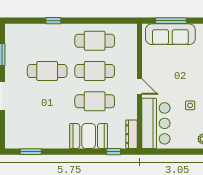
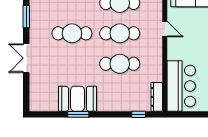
door: (139, 87) -> (165, 29), moved
booth: (89, 136) -> (77, 99), moved
window: (31, 152) -> (78, 114), moved

